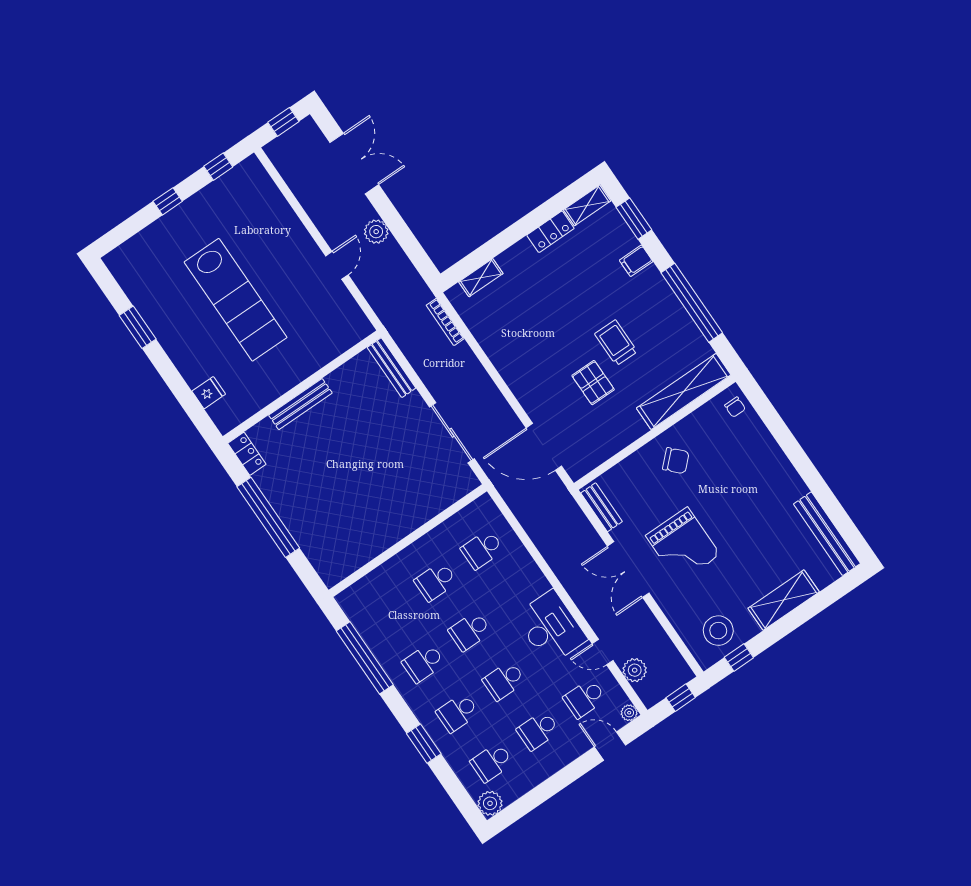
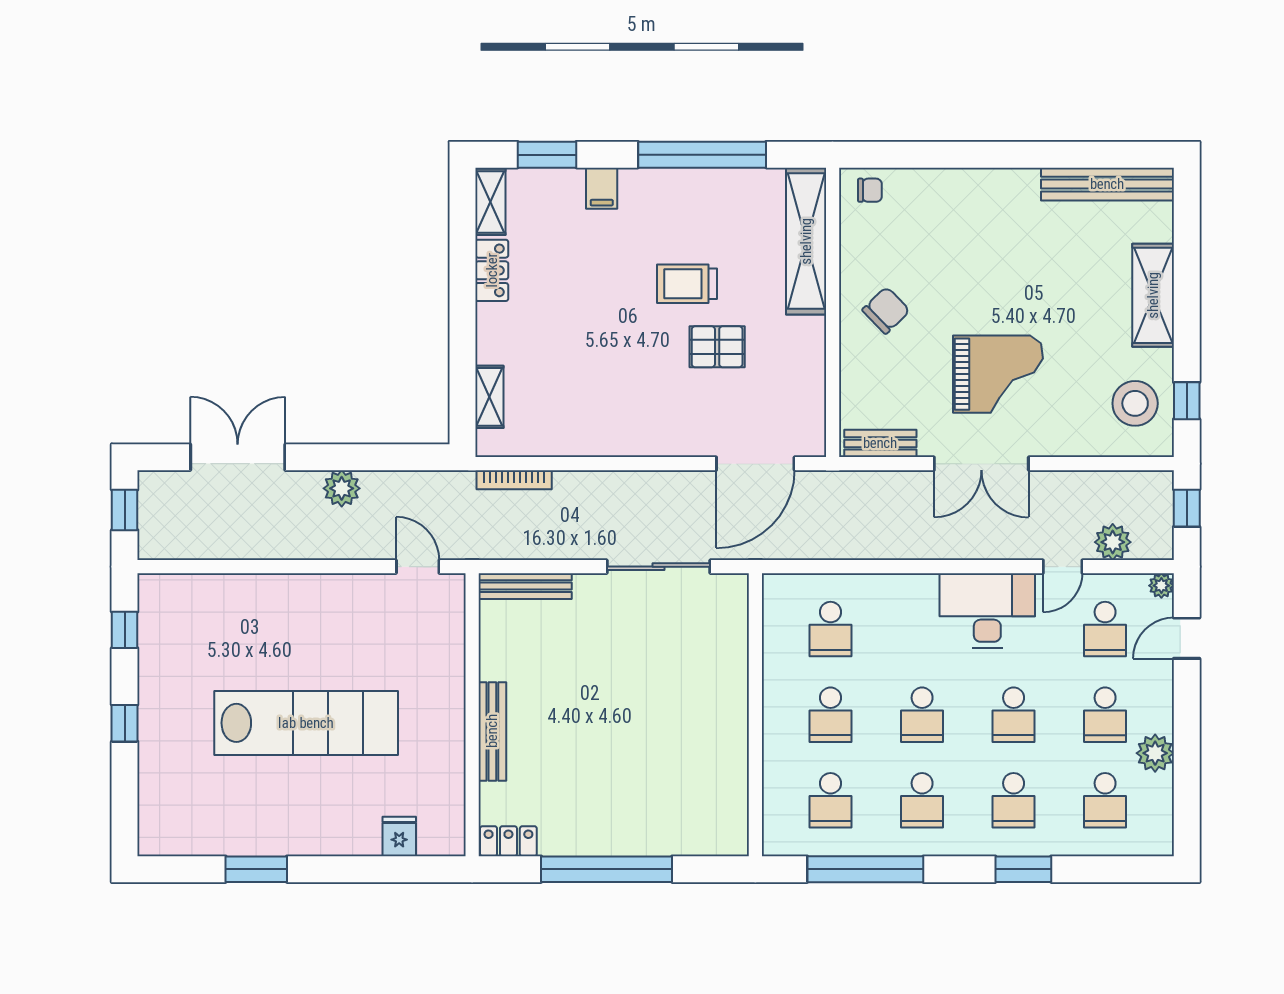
door: (337, 265) -> (418, 567), moved
school desk: (389, 613) -> (831, 800), added
plant: (490, 803) -> (1155, 753), moved

